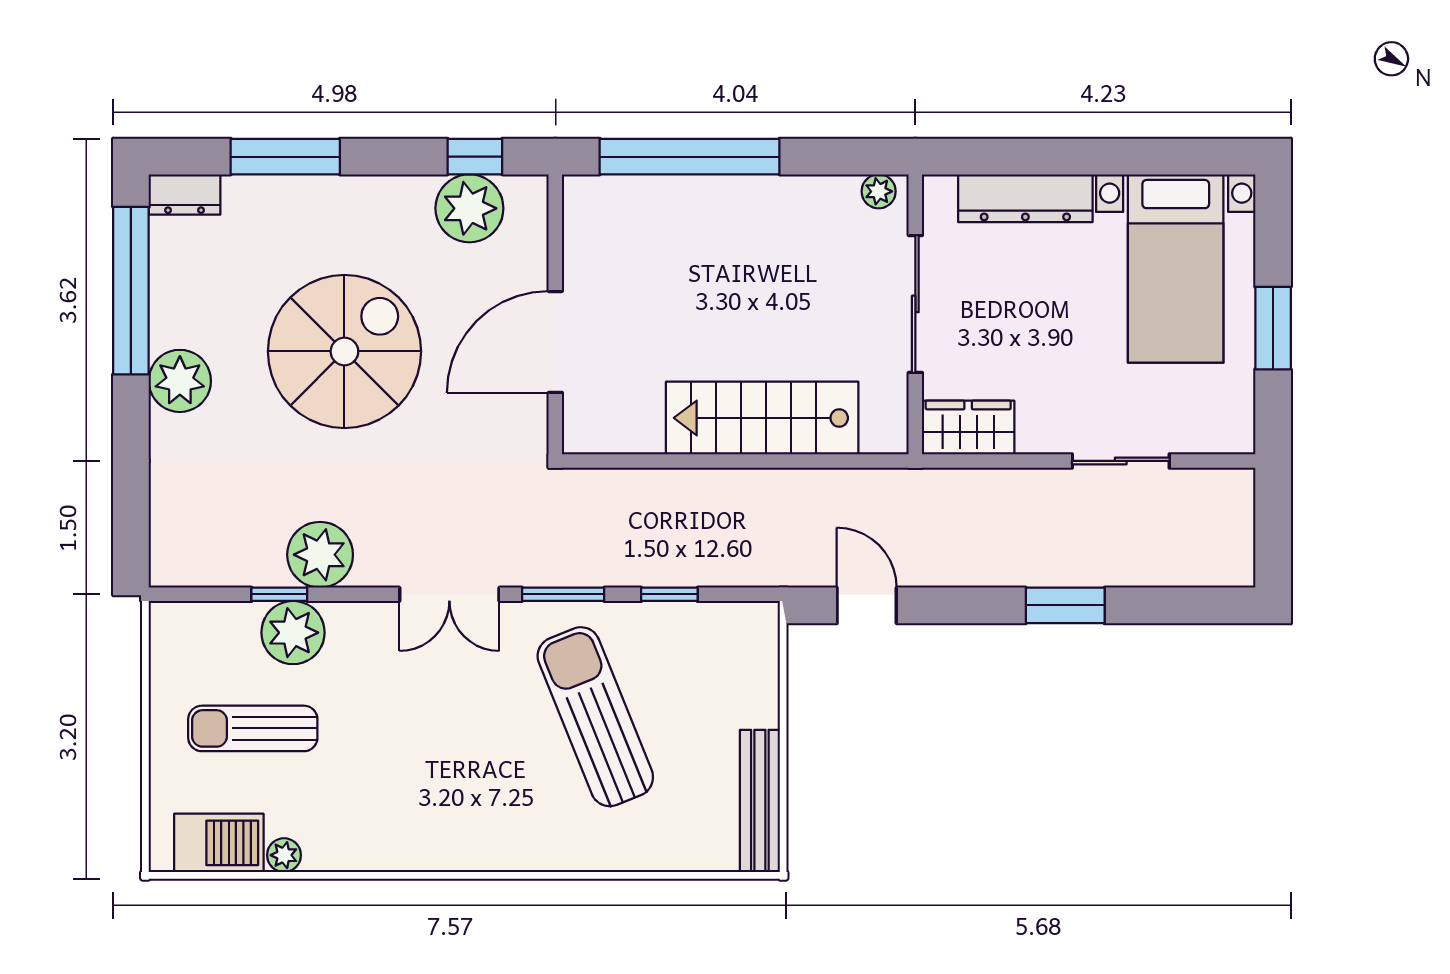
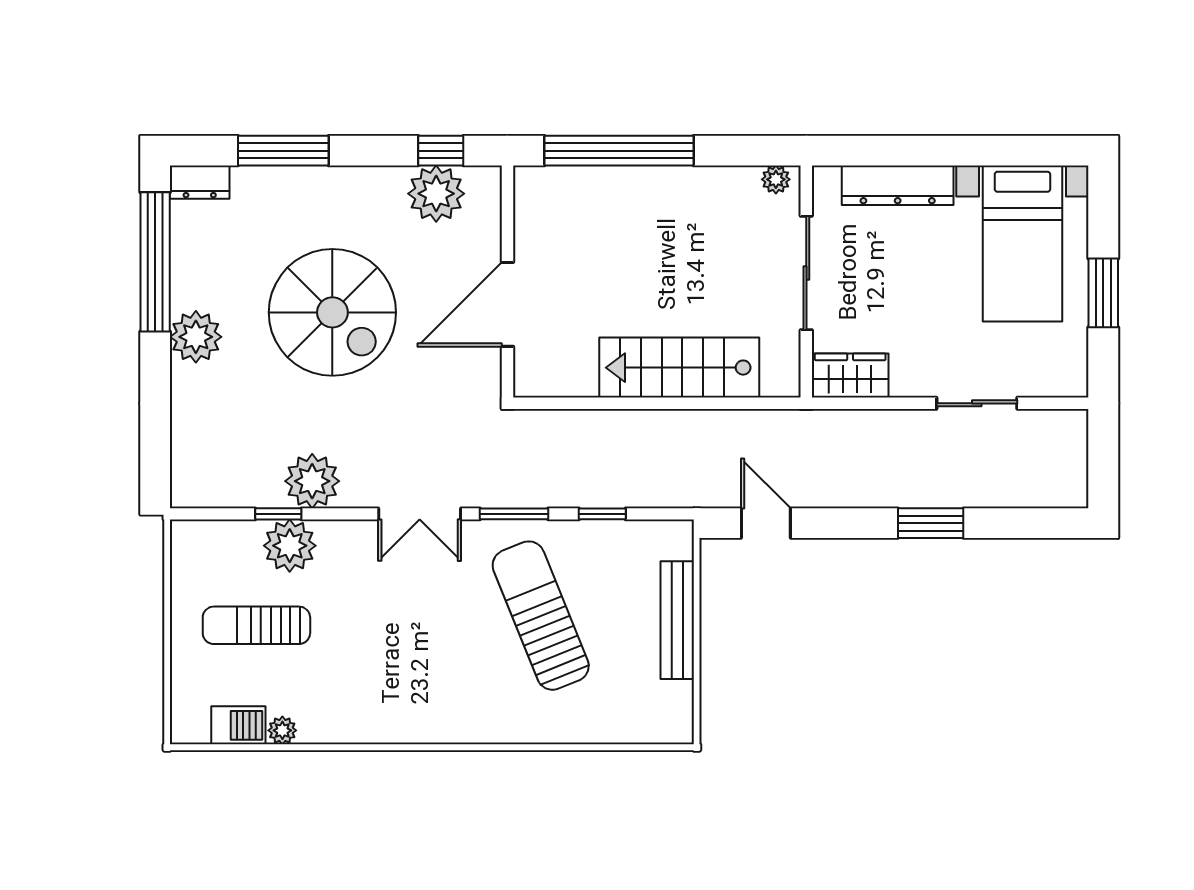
spiral stairs: (344, 351) -> (332, 312), turned 90
bench: (760, 801) -> (677, 620), moved
barbecue: (219, 843) -> (238, 725), width x0.73, depth x0.79

